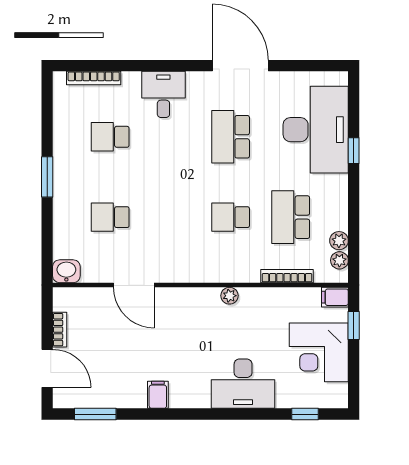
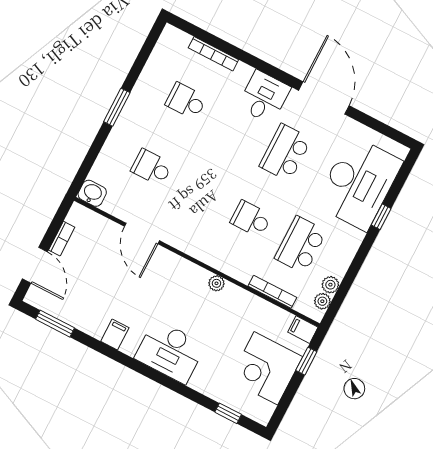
bookcase: (94, 78) -> (213, 54), moved
desk: (163, 94) -> (264, 97), moved
desk: (243, 384) -> (170, 351), moved

